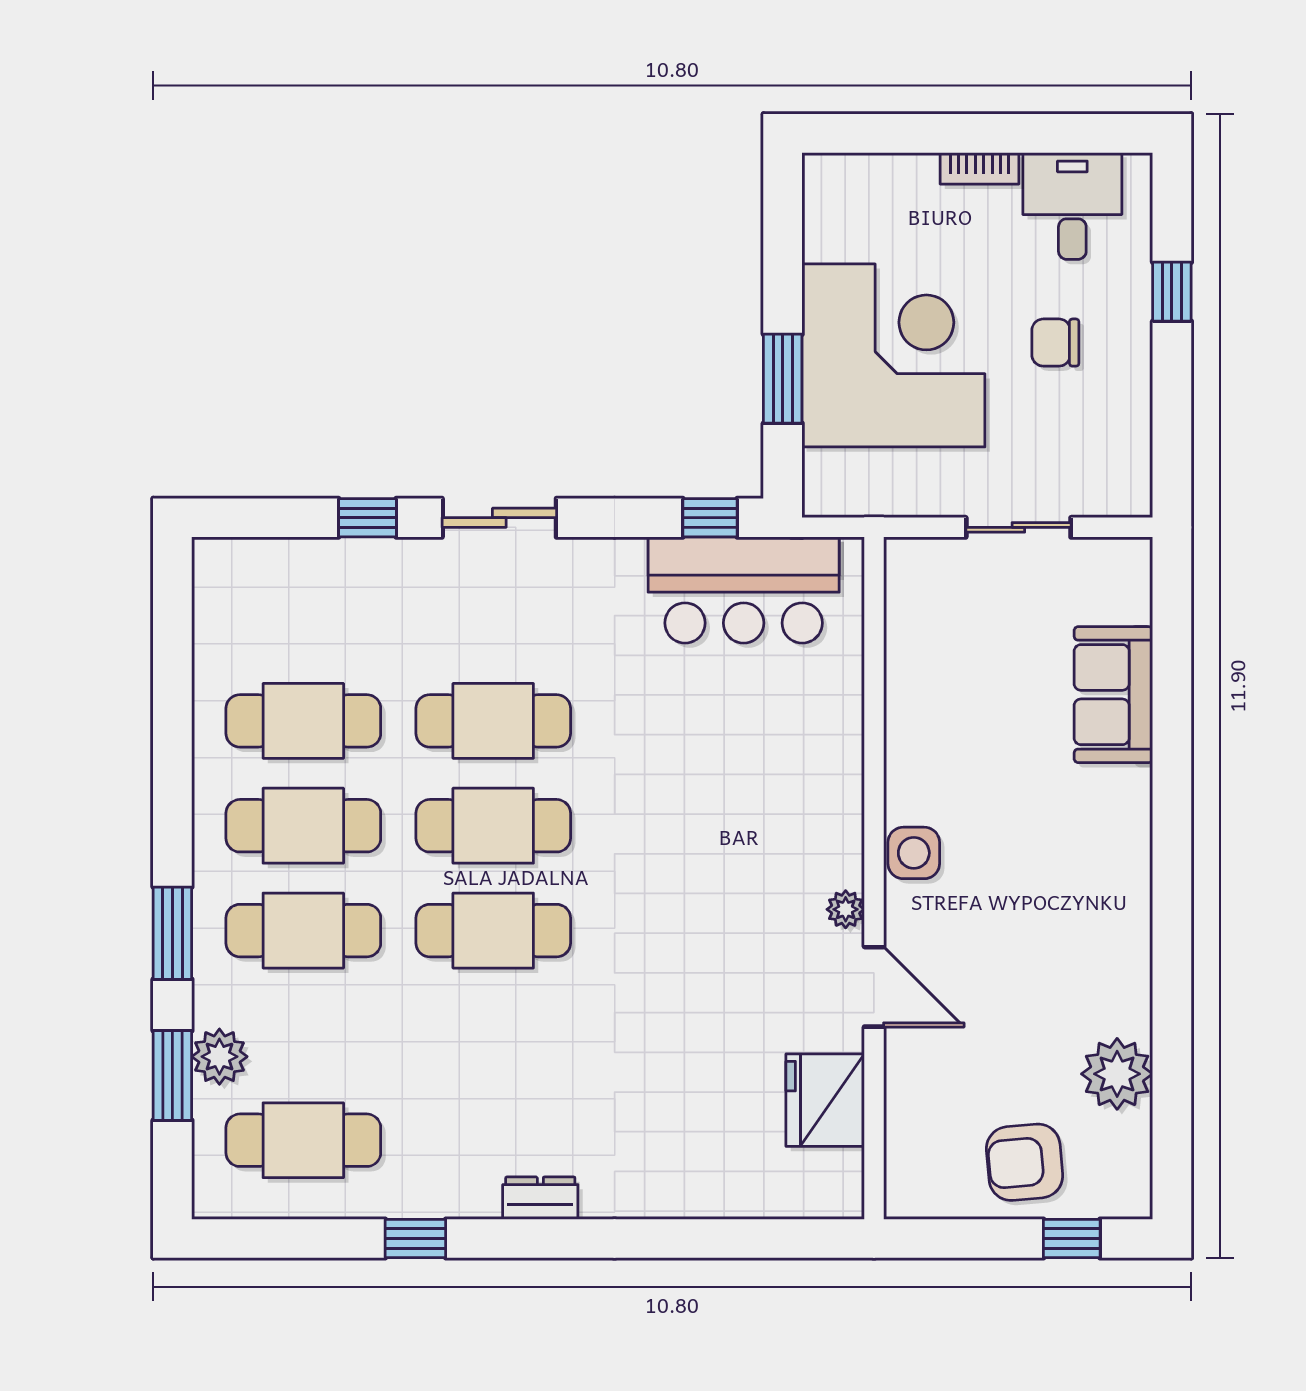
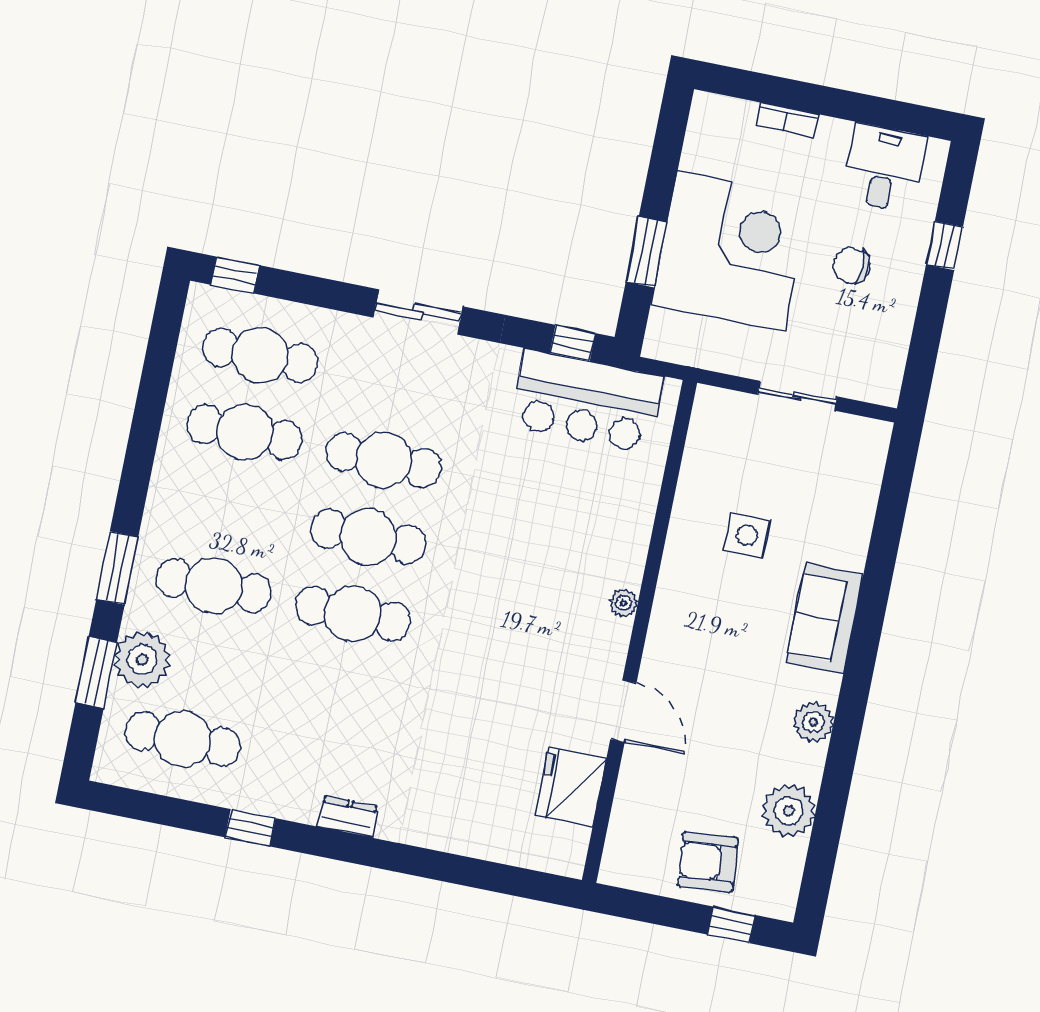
bookcase: (979, 168) -> (787, 120), moved
window: (367, 518) -> (235, 275), moved
sofa: (1113, 695) -> (825, 619), moved
cafe table: (303, 826) -> (260, 355), moved
side table: (914, 853) -> (747, 535), moved
plant: (846, 909) -> (624, 603), moved
plant: (1126, 951) -> (813, 722), added
plant: (219, 1057) -> (142, 660), width x1.36, depth x1.36

